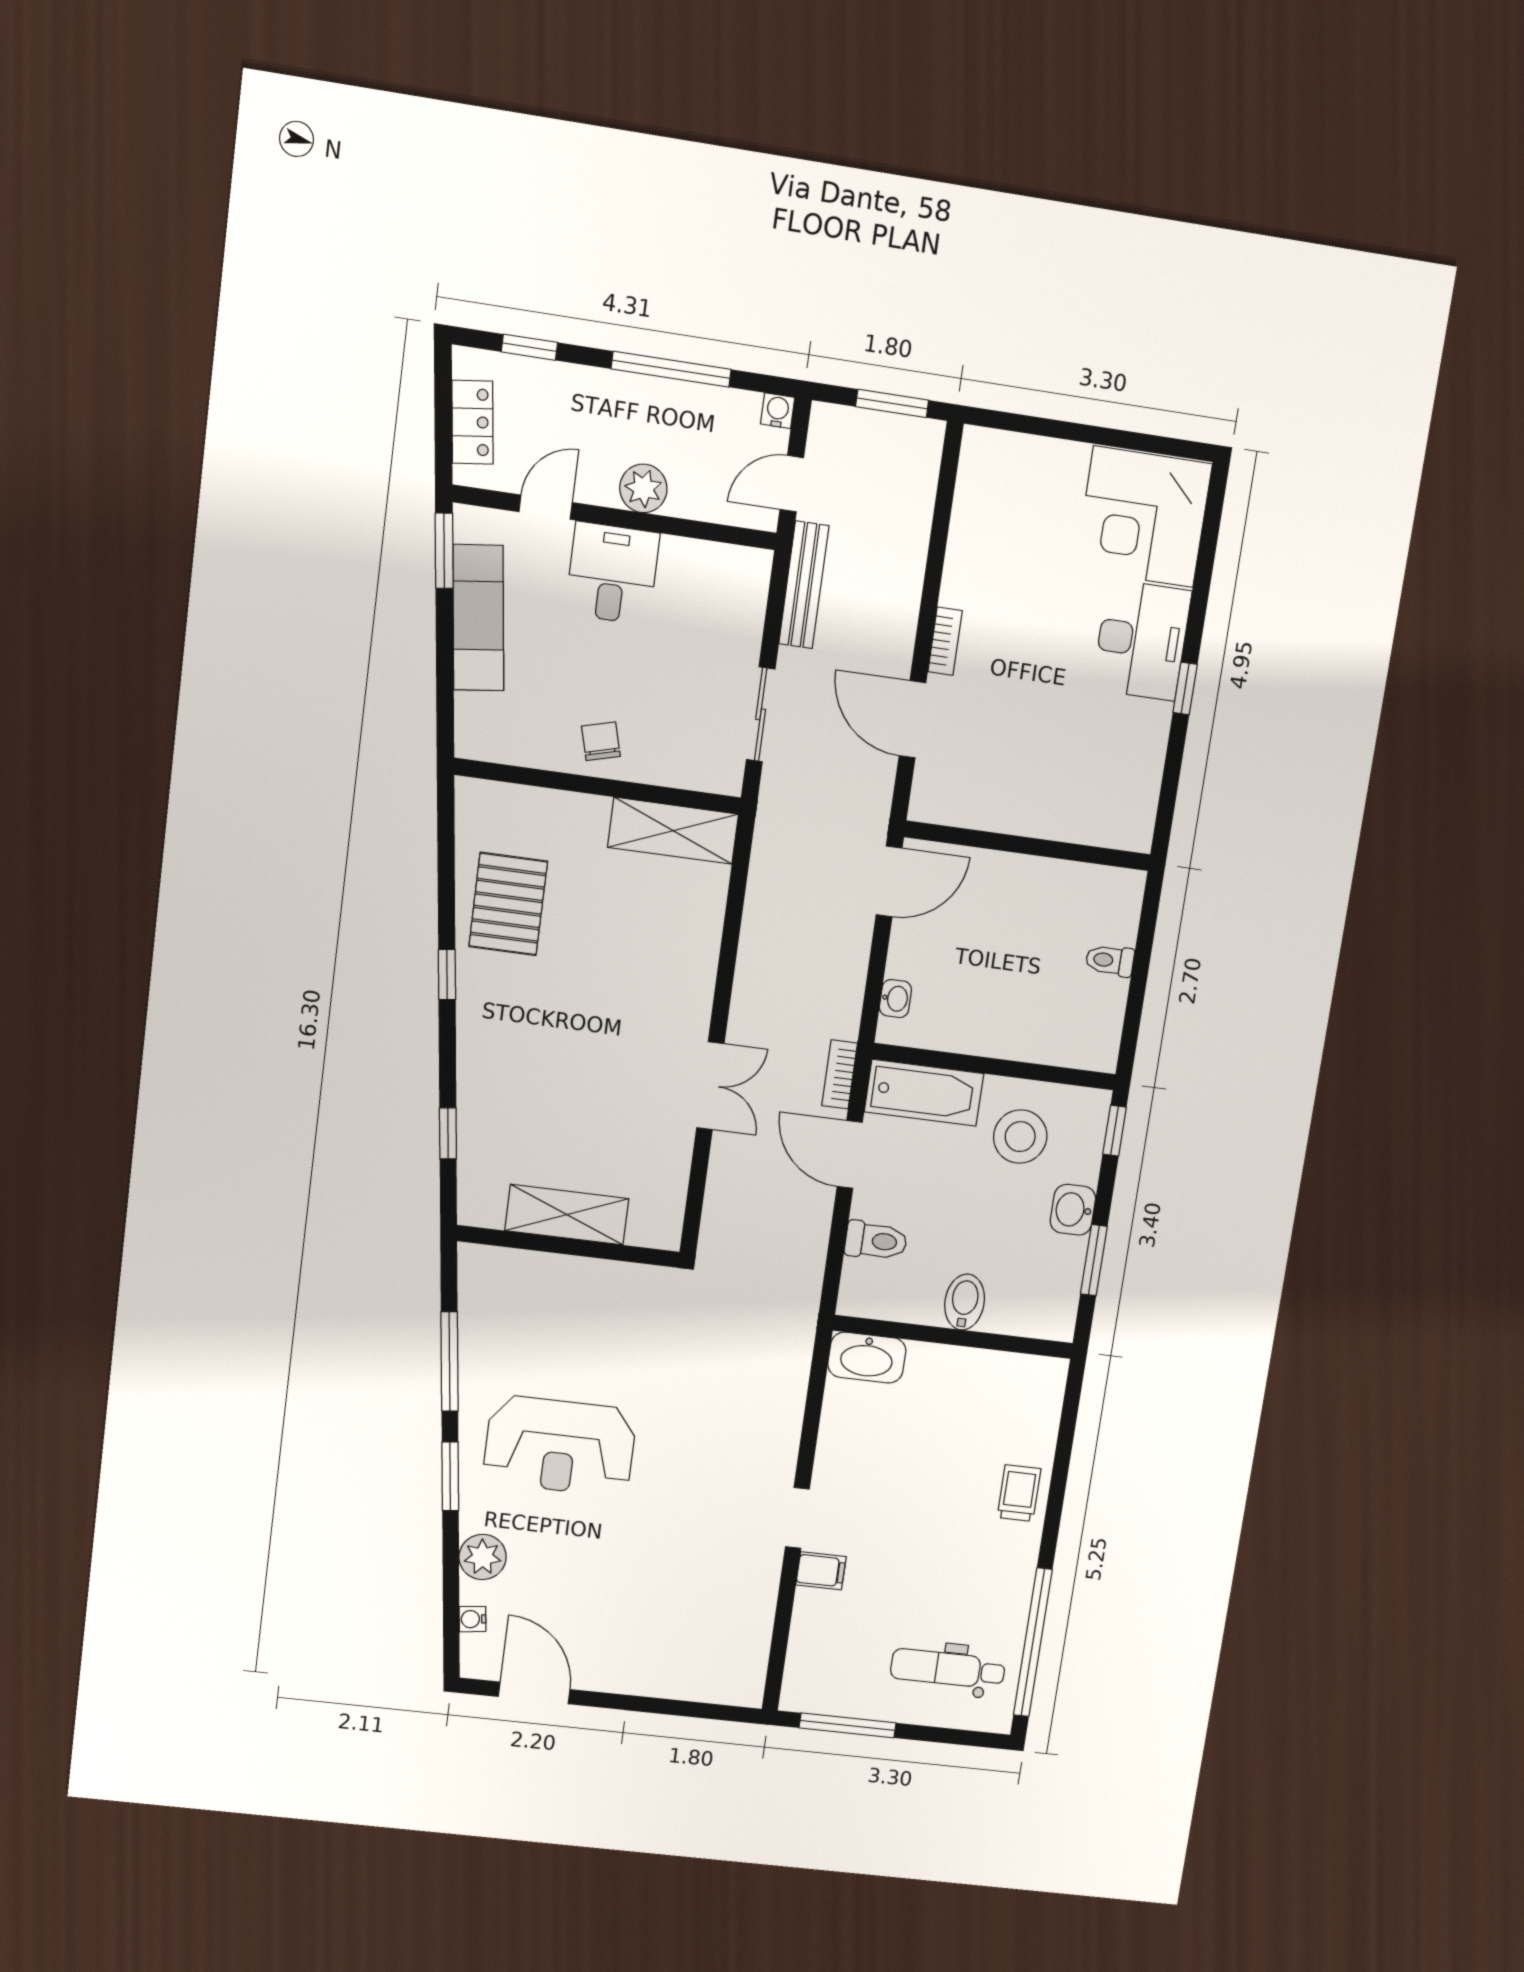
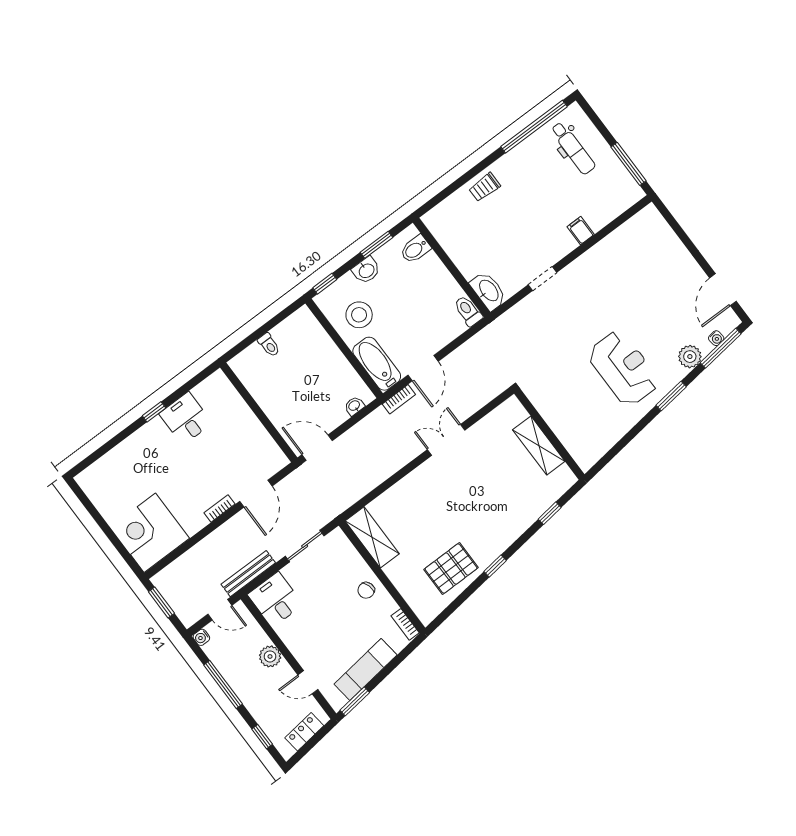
corner desk: (1143, 517) -> (150, 533), moved, turned 180
desk: (612, 573) -> (275, 600), moved, turned 90
desk: (1142, 640) -> (186, 418), moved, width x0.73
bookcase: (490, 749) -> (405, 624), added
toilet: (876, 1241) -> (468, 311), moved
bidet: (965, 1302) -> (415, 249), moved
window: (449, 1361) -> (721, 348), moved
doorway: (797, 1518) -> (542, 279), moved

